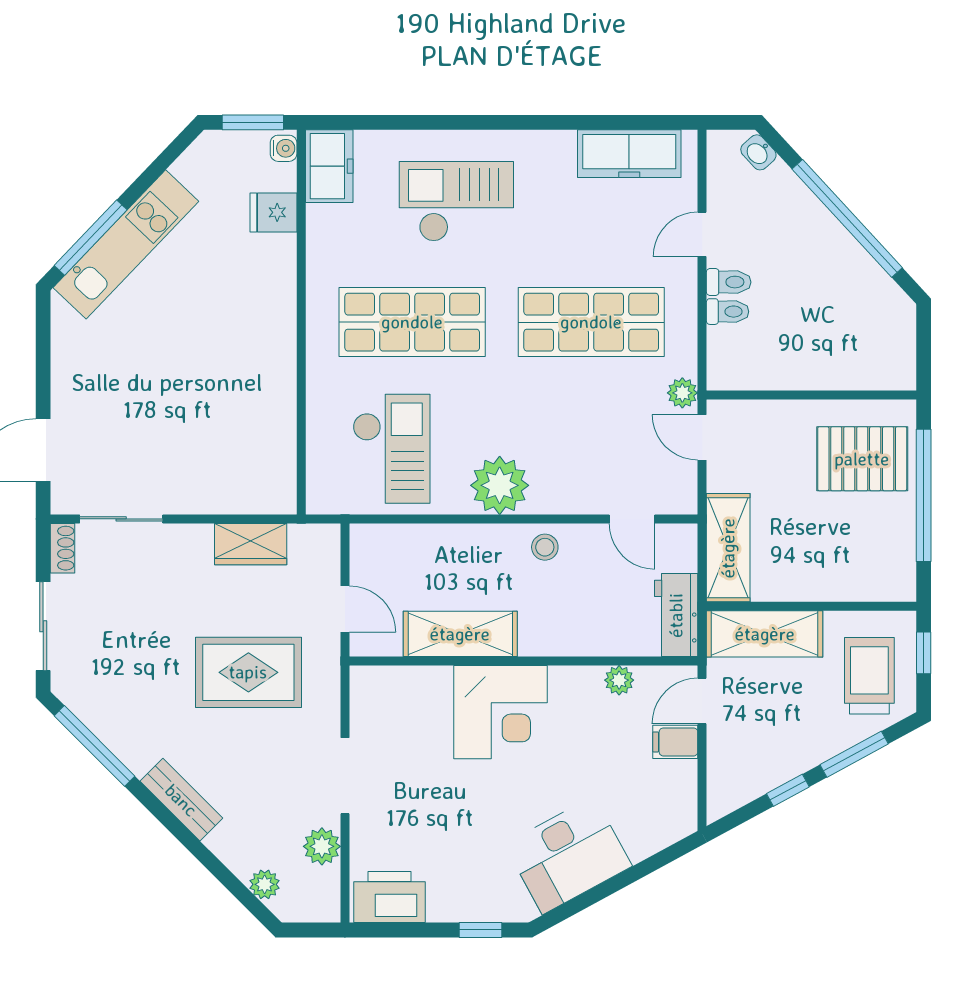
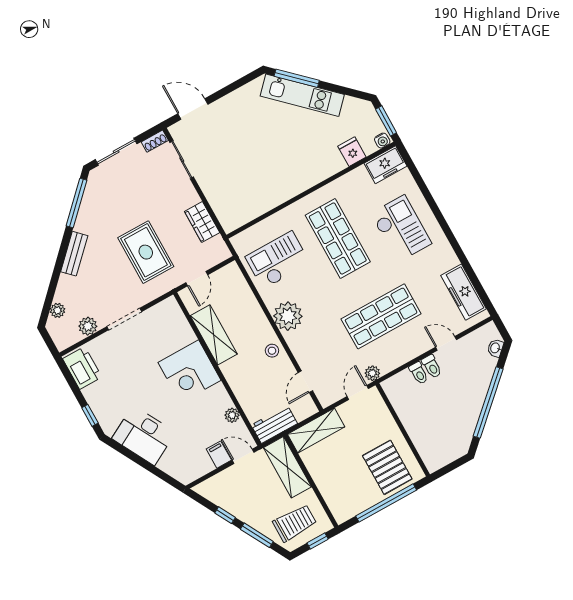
shop shelf: (591, 322) -> (381, 316), turned 90
checkout: (391, 449) -> (278, 260), turned 180

